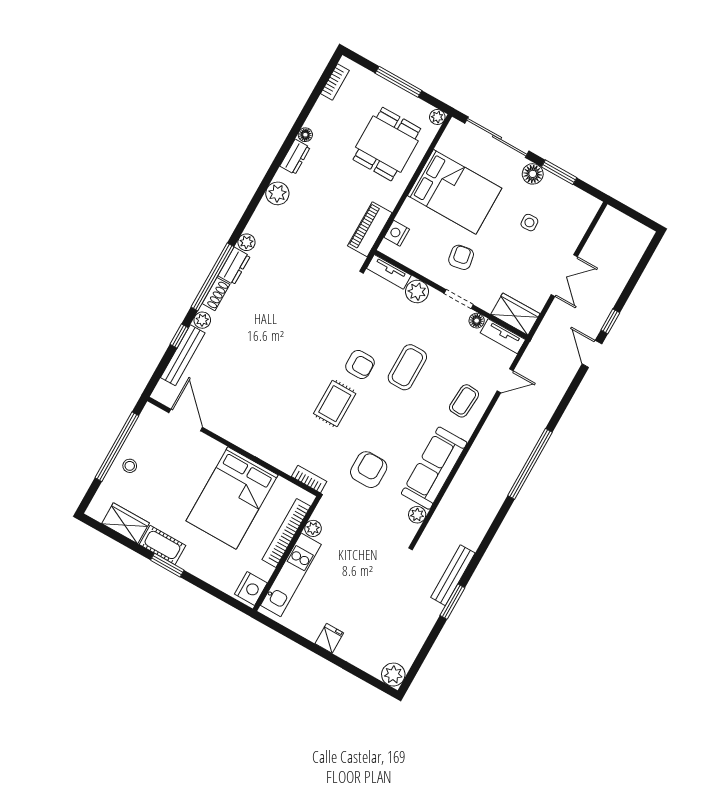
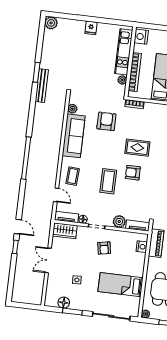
floor lamp: (533, 174) -> (64, 303), moved
bed: (455, 192) -> (121, 285), width x0.67
door: (505, 381) -> (56, 195), swing flipped
rug: (335, 404) -> (137, 148), turned 90
armchair: (369, 470) -> (106, 121), turned 180

